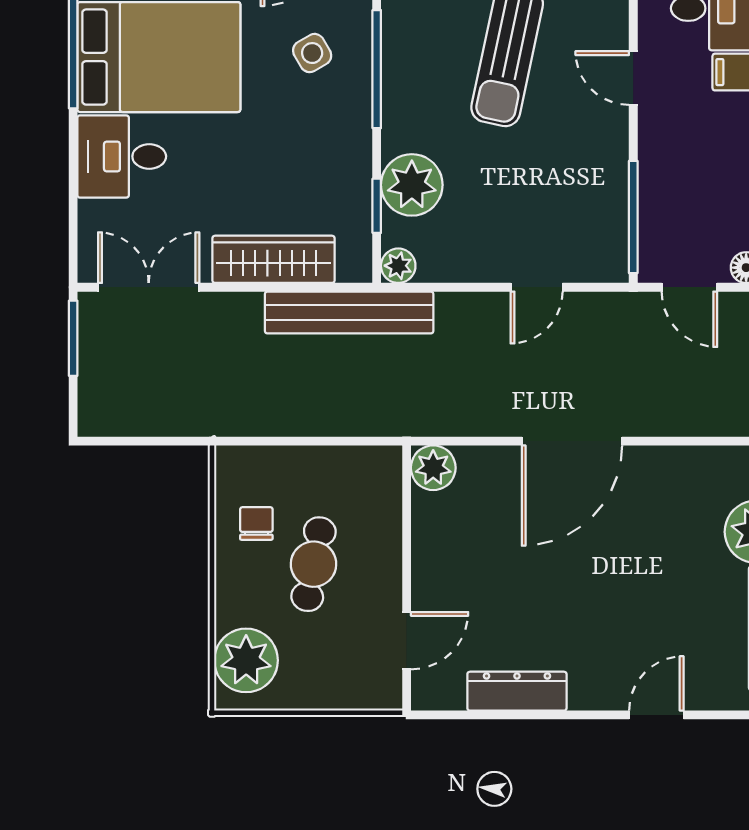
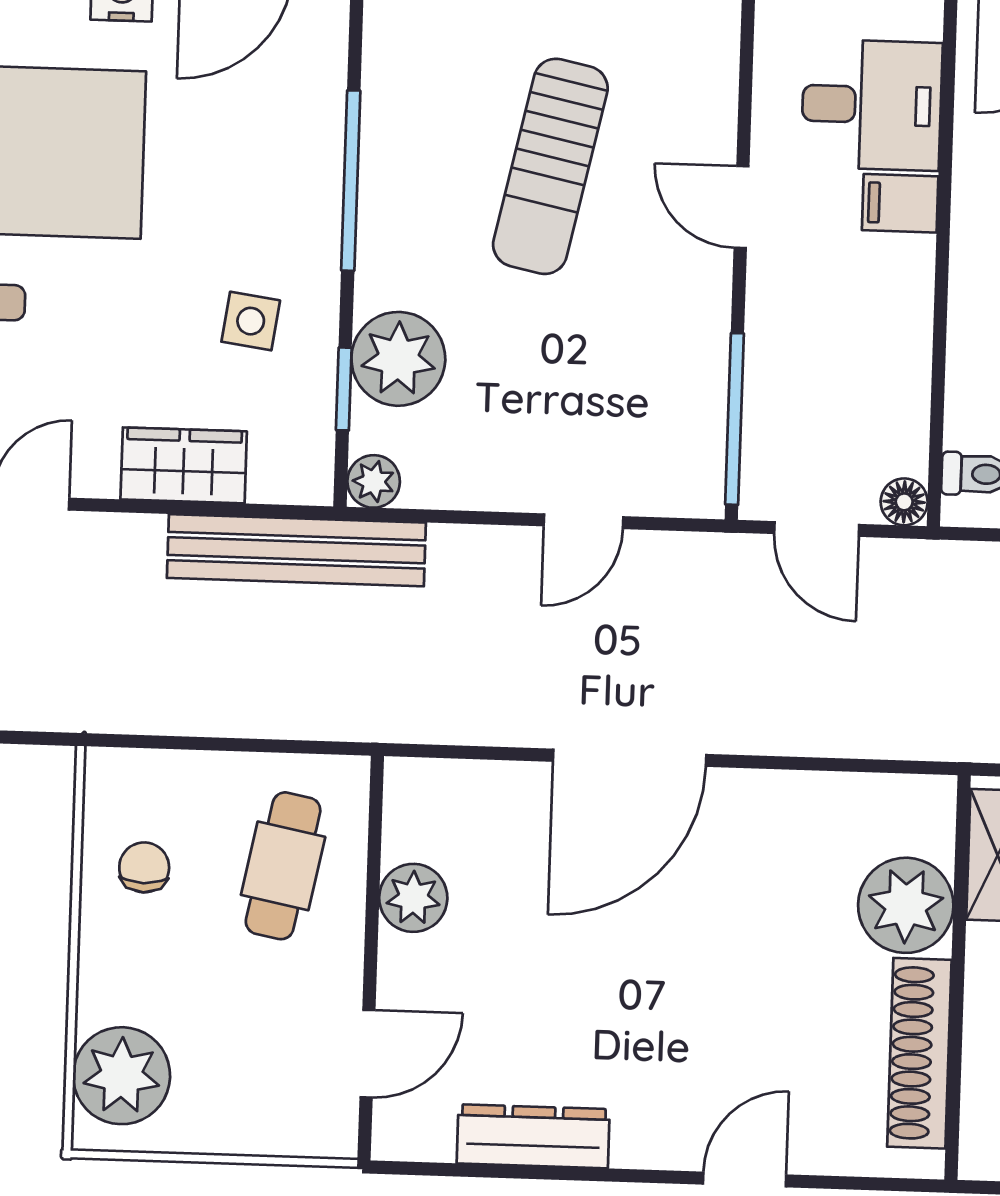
side table: (312, 53) -> (251, 321), moved, turned 38
wardrobe: (273, 259) -> (184, 465), width x0.67
plant: (433, 468) -> (413, 898), moved
cafe table: (314, 564) -> (283, 866), moved

